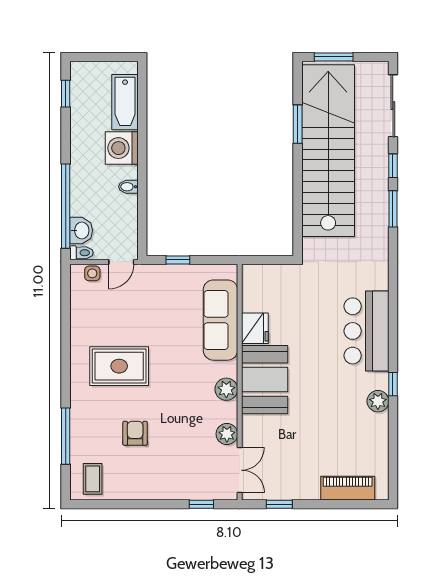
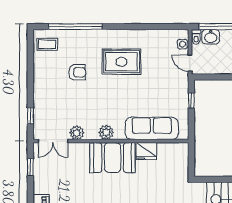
rug: (119, 366) -> (121, 62), turned 90
window: (66, 436) -> (75, 27), width x1.46

